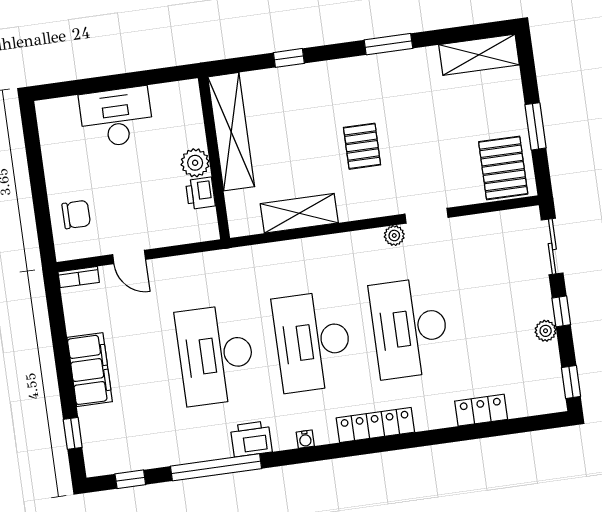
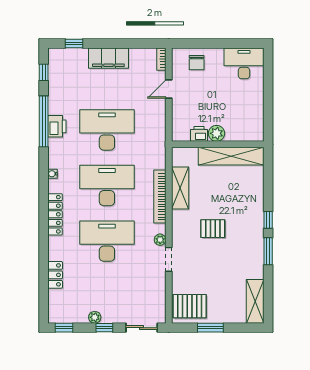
window: (289, 58) -> (268, 220), moved
desk: (116, 117) -> (244, 63), moved, turned -90
bookcase: (319, 246) -> (160, 197), added
printer: (251, 439) -> (57, 126), moved

